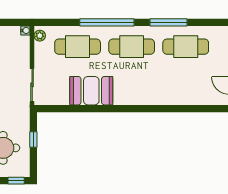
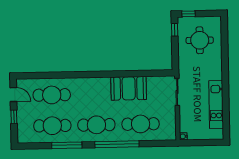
plant: (40, 36) -> (172, 132), removed
cafe table: (186, 84) -> (52, 95), added
window: (33, 139) -> (175, 30), moved

